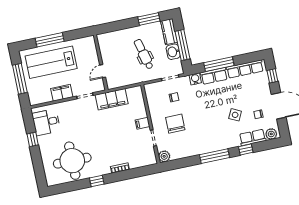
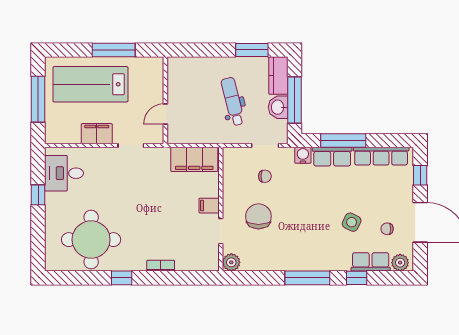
window: (50, 40) -> (114, 50), moved
filing cabinet: (112, 99) -> (194, 159), moved

